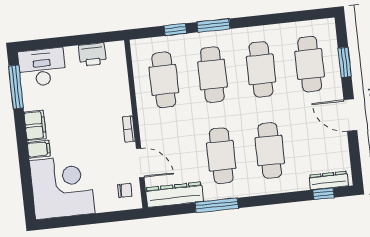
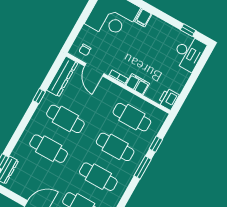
printer: (92, 54) -> (168, 99), moved
window: (16, 87) -> (188, 30), width x0.46
filing cabinet: (35, 125) -> (137, 84), moved, turned 180
door: (140, 163) -> (94, 70), hinge flipped
window: (217, 205) -> (39, 96), width x0.46

